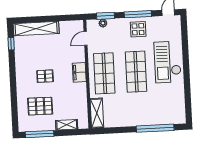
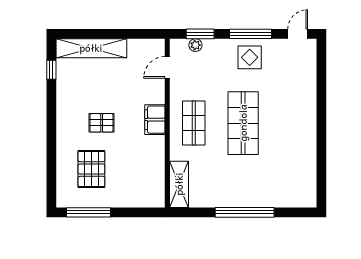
checkout: (168, 62) -> (293, 111), removed
shop shelf: (104, 73) -> (194, 123), width x0.70, depth x0.74
pallet: (40, 106) -> (91, 169), turned 90
shelving: (67, 125) -> (131, 200), removed
window: (155, 128) -> (245, 212), moved

